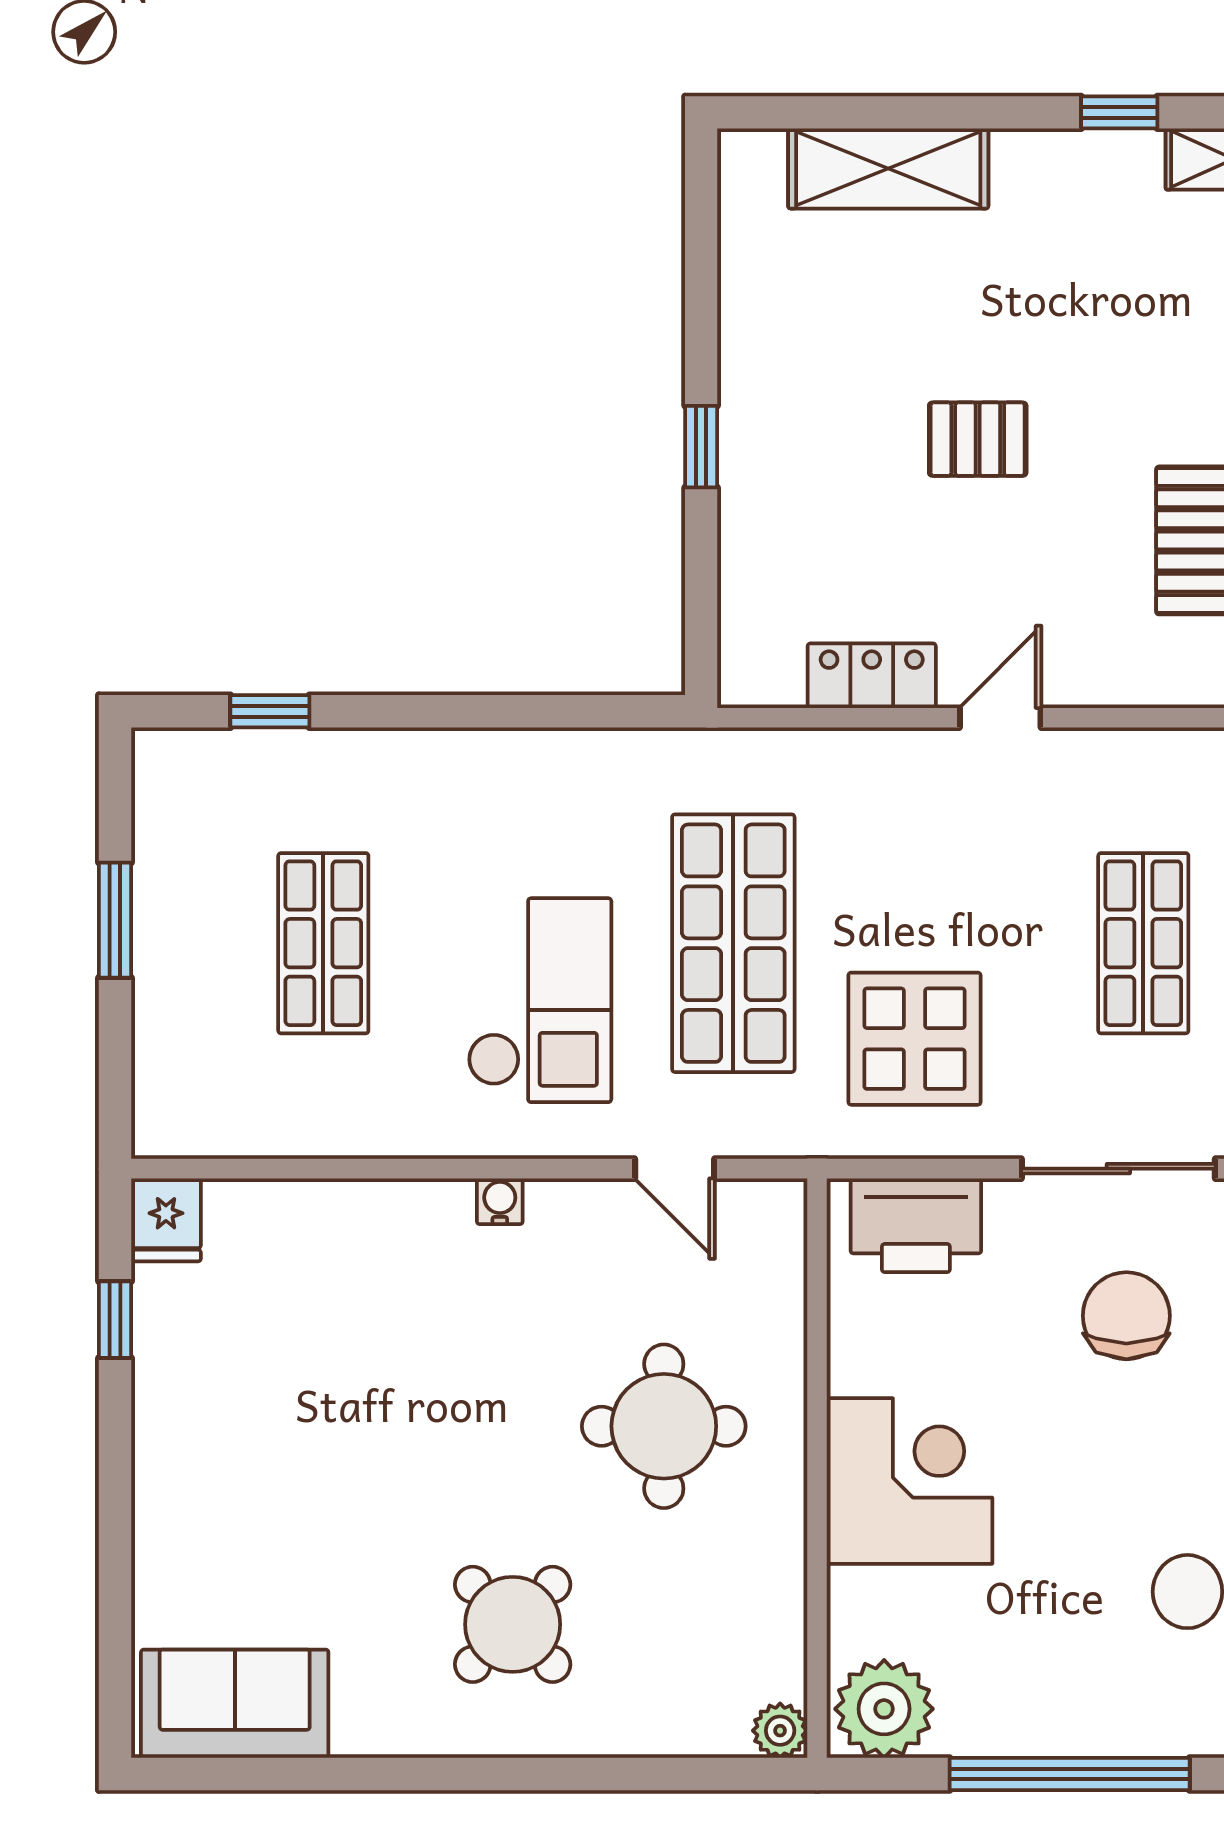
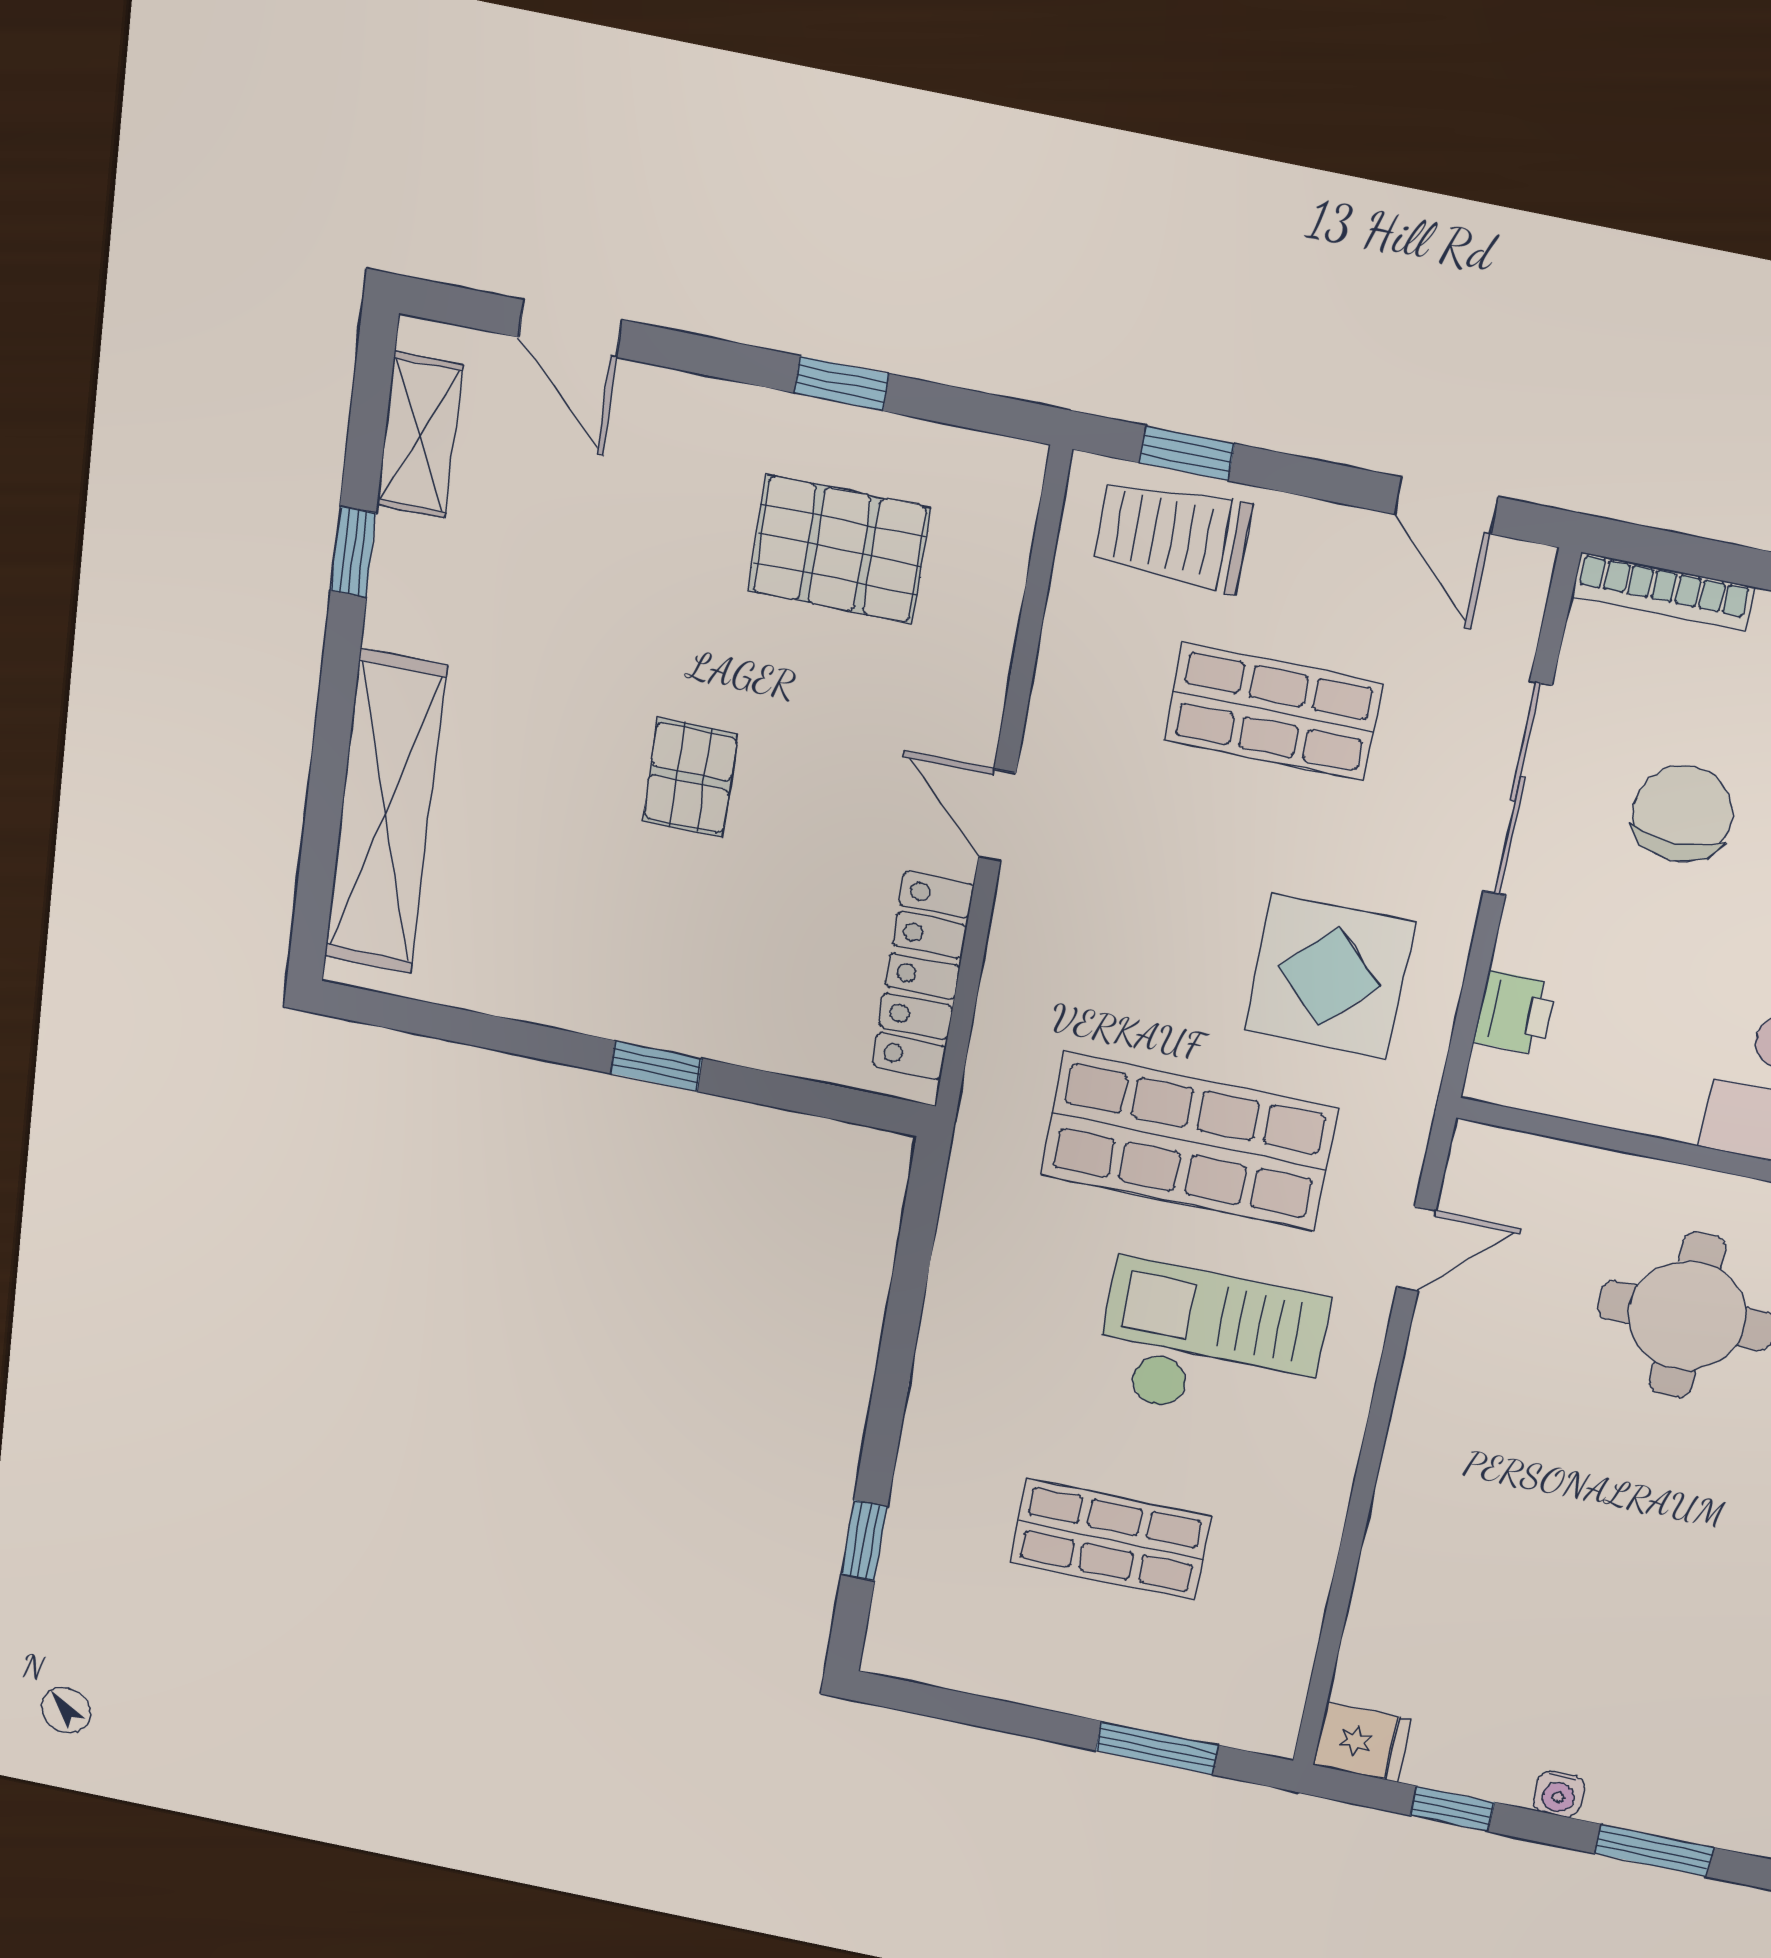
shelving: (888, 168) -> (385, 813), width x1.47
locker: (872, 676) -> (923, 976), width x1.53
window: (115, 920) -> (1157, 1748), moved
water cooler: (500, 1201) -> (1559, 1794), moved, turned -90
printer: (916, 1225) -> (1515, 1013), width x0.53, depth x0.68
chair: (1126, 1316) -> (1682, 814), turned 90
window: (115, 1519) -> (1654, 1850), added

